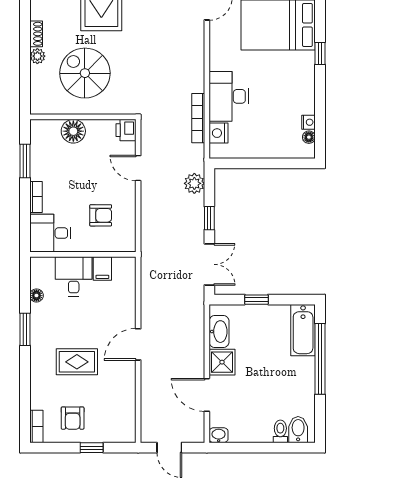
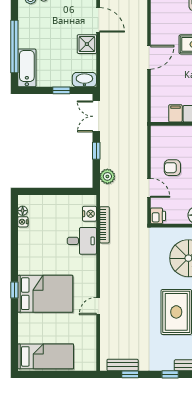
window: (320, 53) -> (14, 290), moved
desk: (229, 96) -> (82, 241), width x0.73
armchair: (101, 215) -> (172, 168), moved
washbasin: (219, 332) -> (84, 80), moved, turned 90

